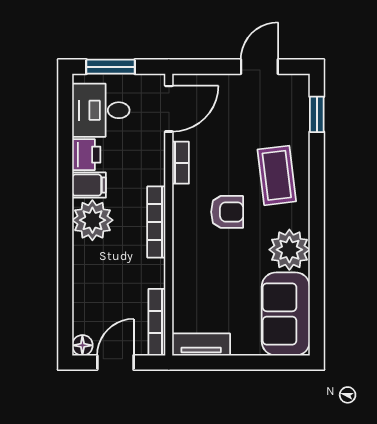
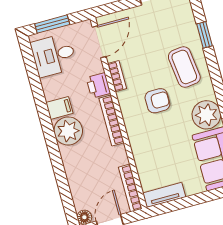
window: (317, 114) -> (204, 35), moved
printer: (86, 155) -> (98, 85), moved, turned 180

